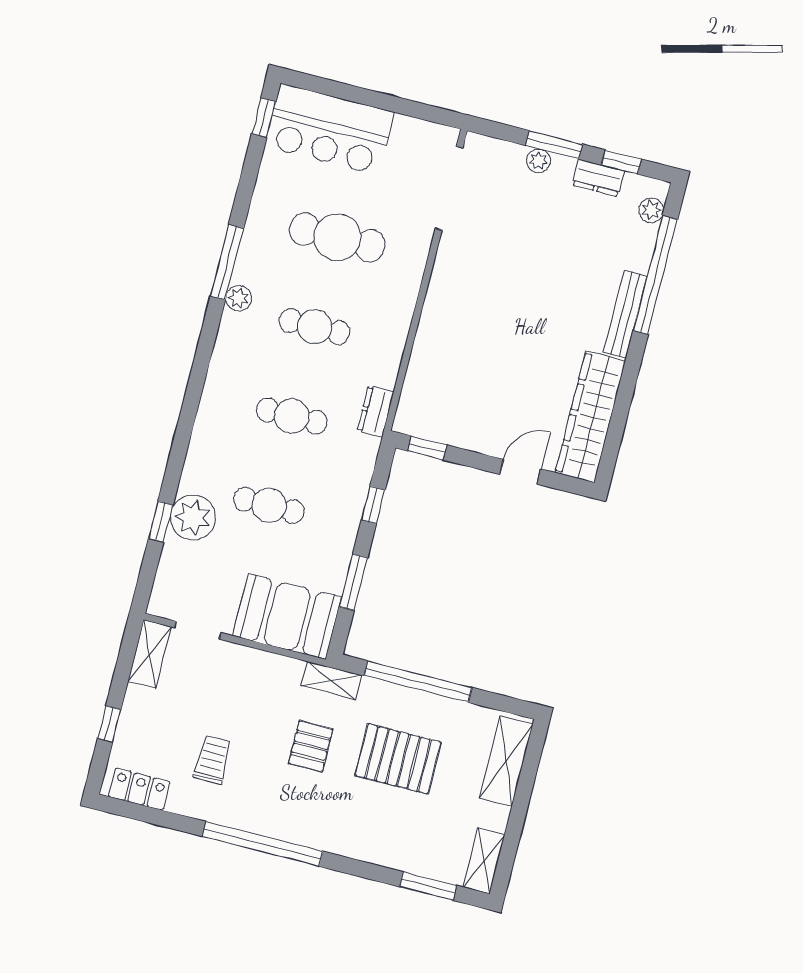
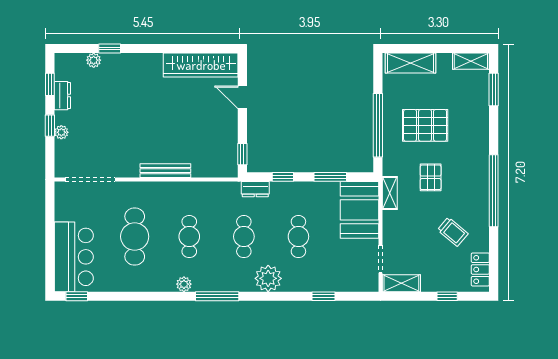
window: (554, 145) -> (50, 126), width x0.67
plant: (651, 210) -> (94, 60), moved
window: (227, 262) -> (217, 296), moved
window: (655, 275) -> (110, 49), width x0.32
bench: (625, 314) -> (165, 171), moved
dresser: (376, 411) -> (255, 189), moved
plant: (193, 517) -> (268, 278), moved
shelving: (331, 680) -> (390, 193), moved
pallet: (311, 746) -> (431, 177), turned 90
pallet: (398, 759) -> (425, 125), turned 90
trolley: (212, 760) -> (453, 232), turned -140

